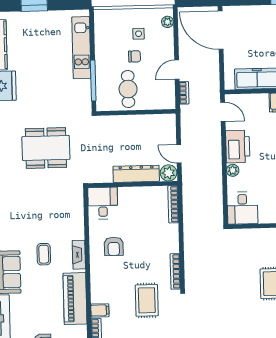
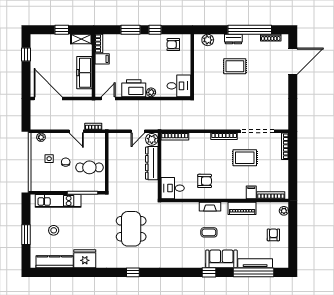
door: (221, 30) -> (48, 98), swing flipped
stool: (41, 42) -> (54, 230), added
piano: (75, 299) -> (242, 208), width x0.73, depth x0.75

